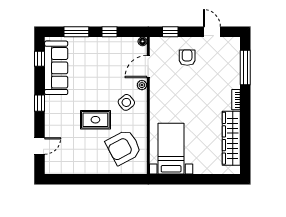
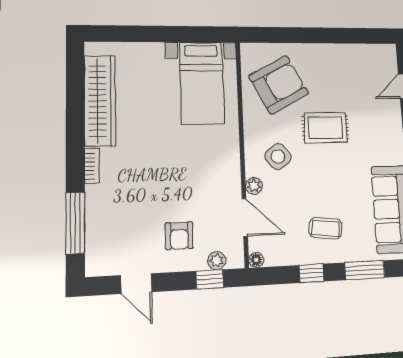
plant: (166, 42) -> (217, 261), added
coffee table: (99, 58) -> (326, 228), added
door: (148, 67) -> (245, 217), hinge flipped

